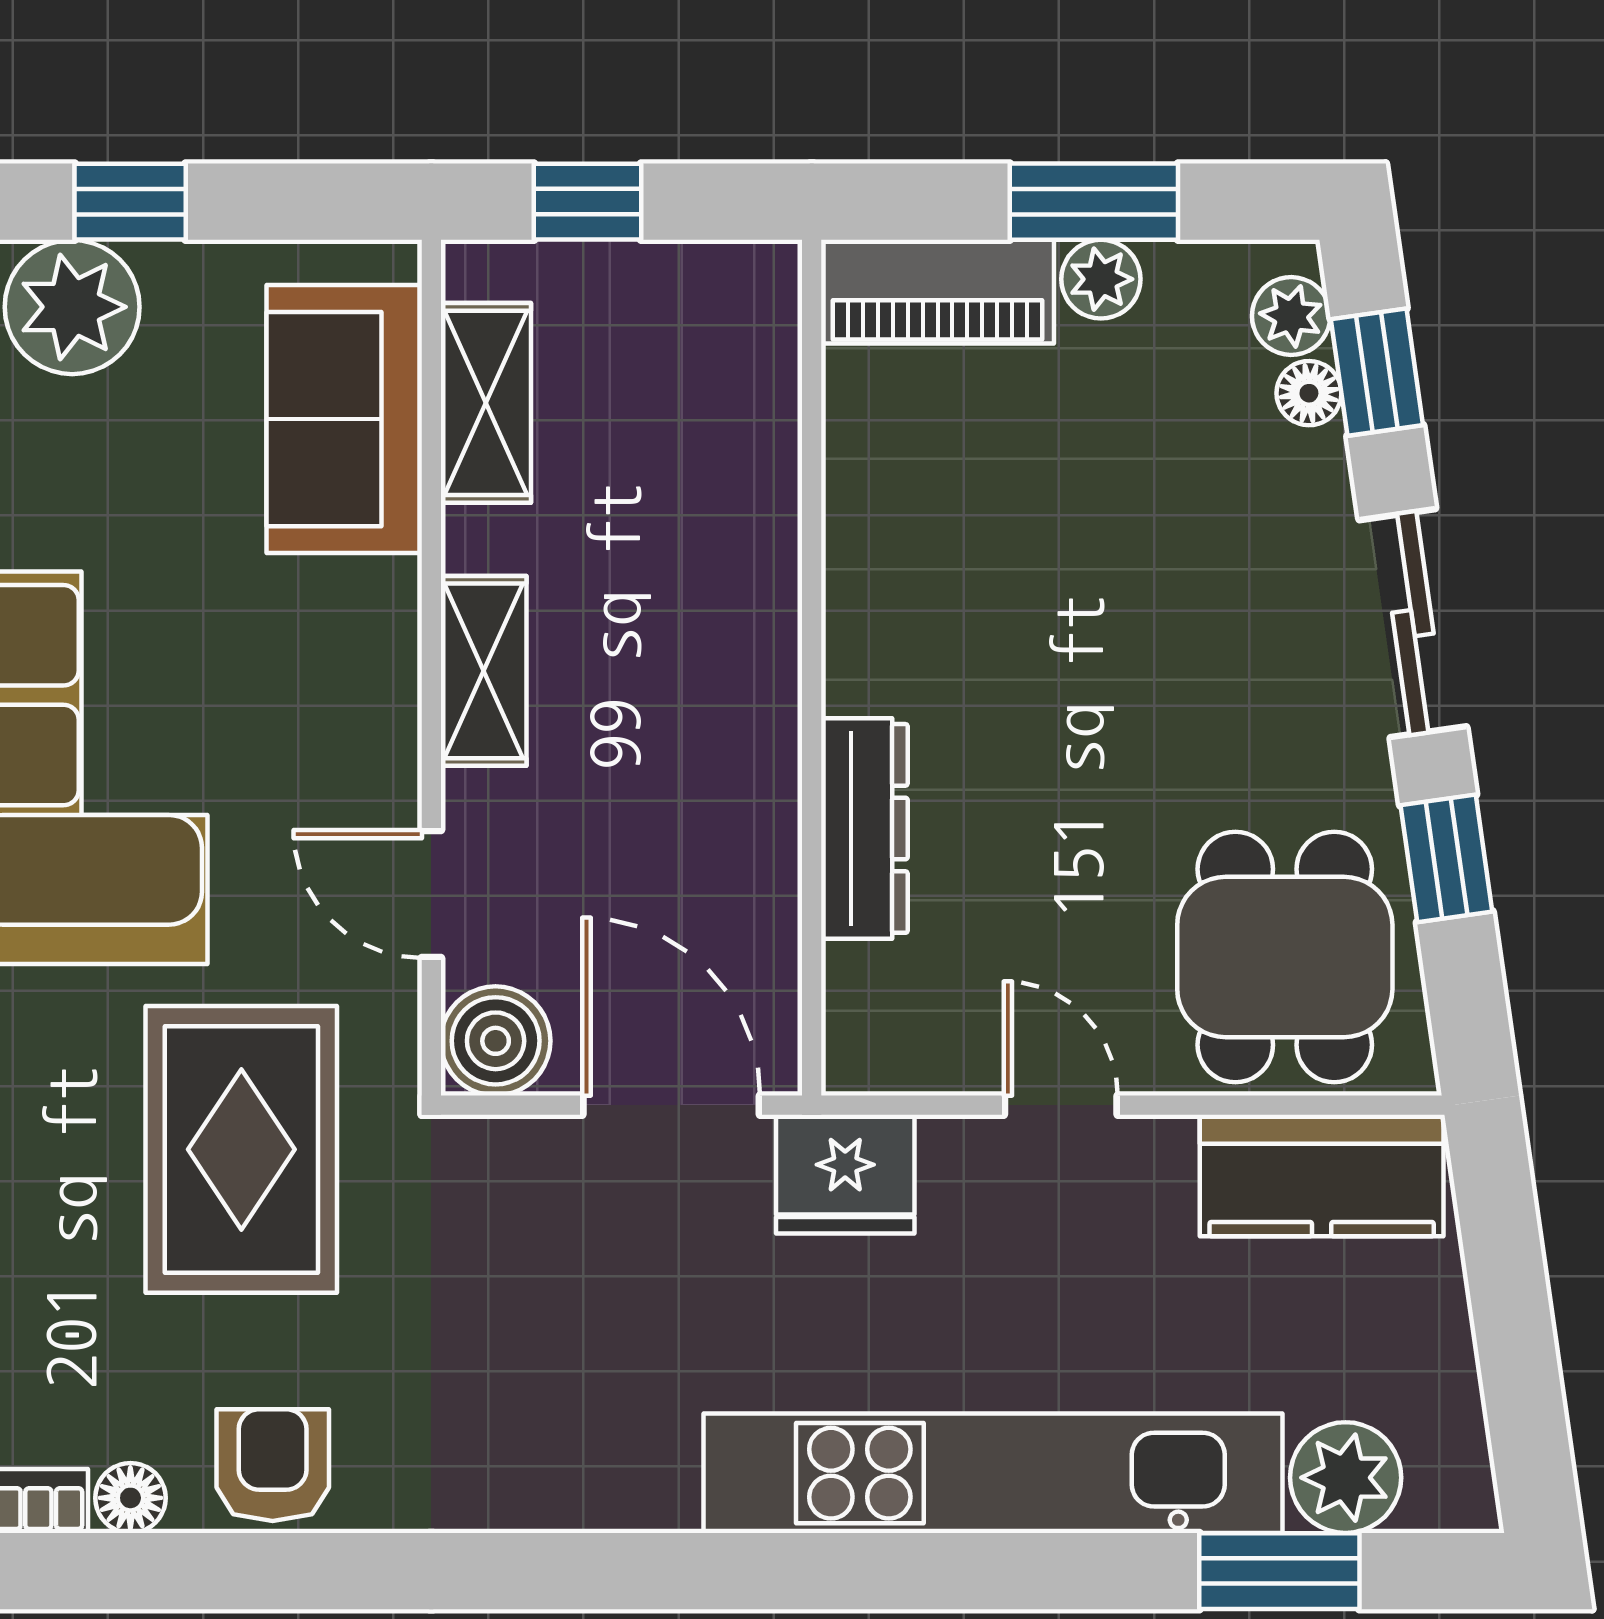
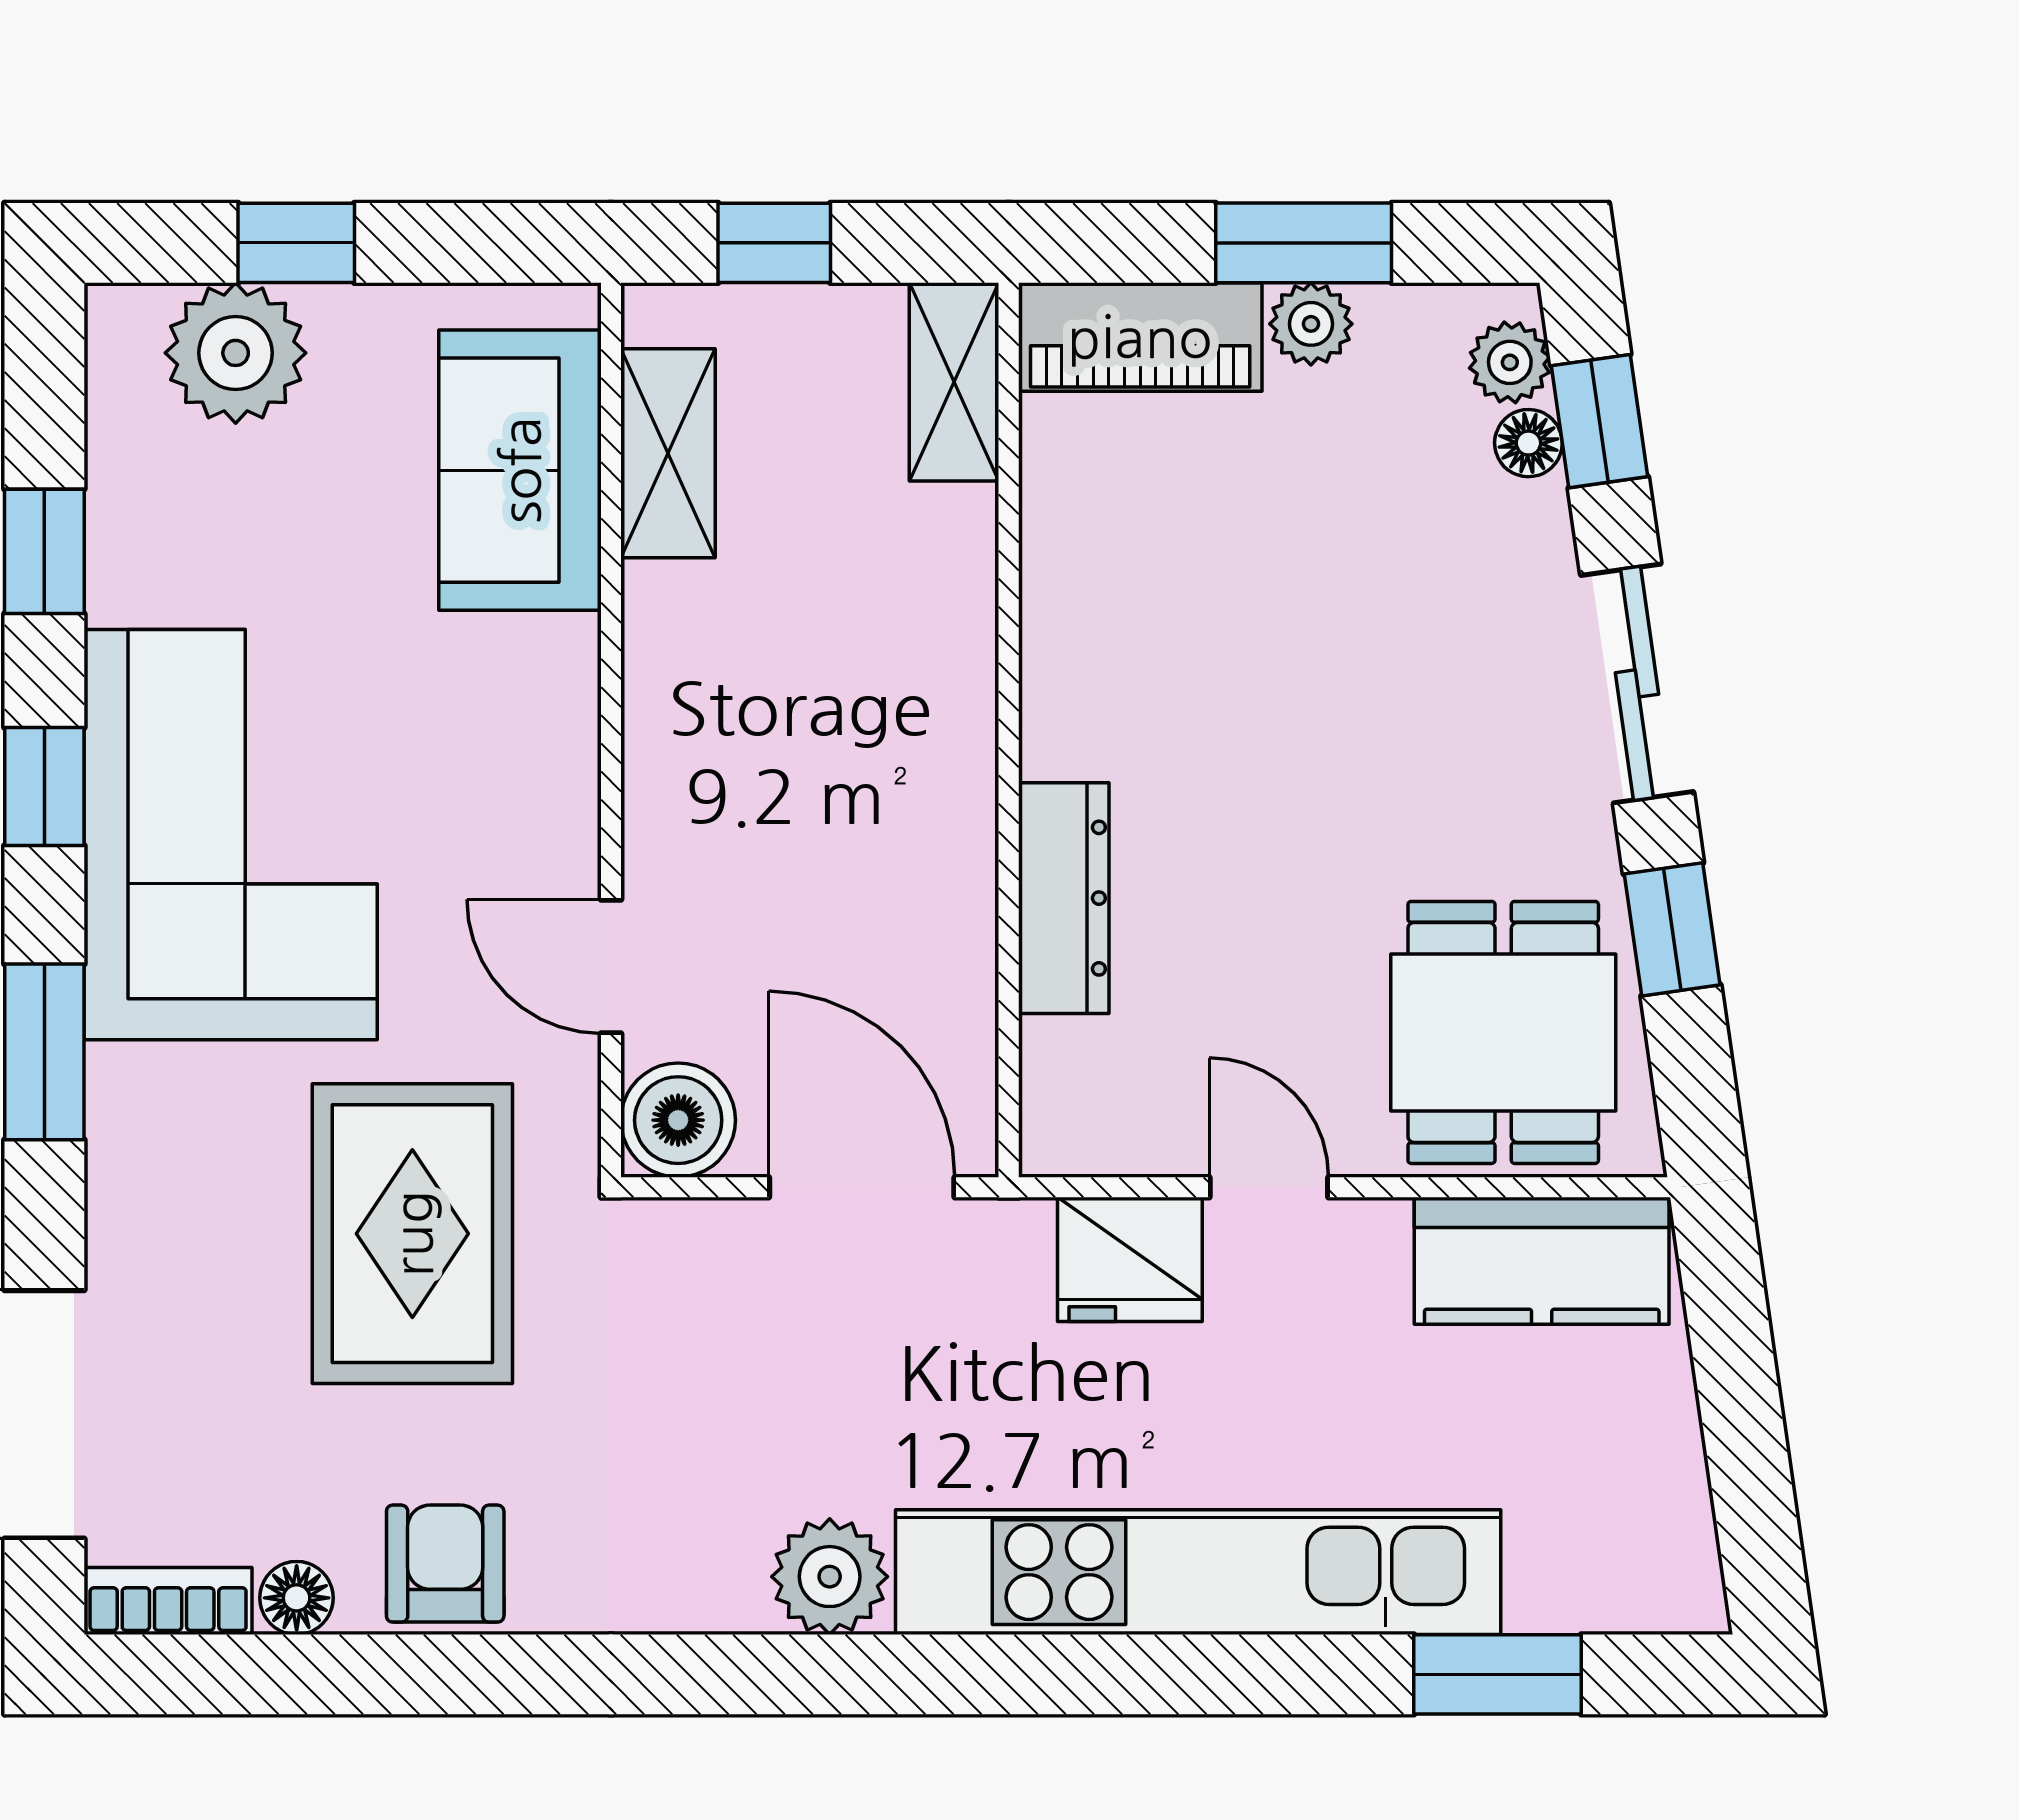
shelving: (484, 671) -> (954, 382), moved
fridge: (845, 1174) -> (1130, 1259), moved
plant: (1346, 1478) -> (830, 1577), moved

